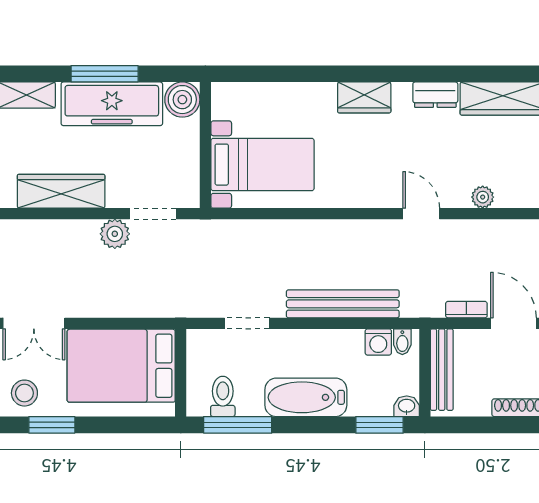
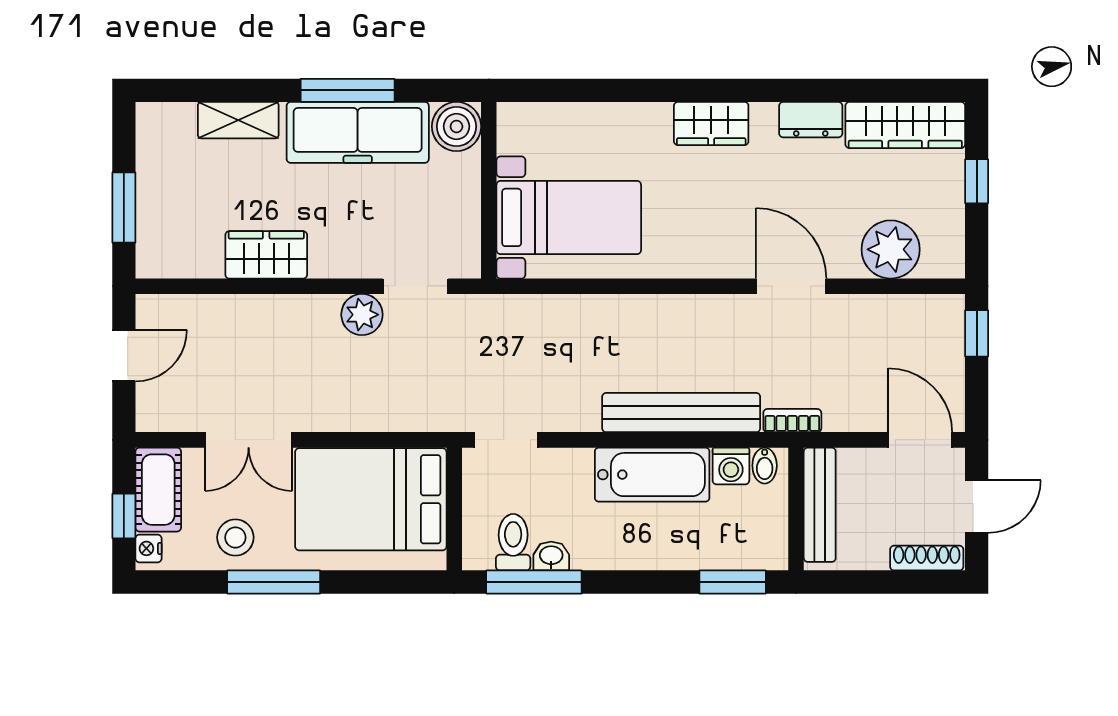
wardrobe: (61, 191) -> (266, 255), width x0.67
plant: (483, 197) -> (891, 249), width x1.88, depth x1.88
door: (421, 214) -> (791, 286), width x1.38
bookcase: (466, 310) -> (792, 421), moved
doorway: (247, 323) -> (506, 440), moved
bathtub: (306, 397) -> (652, 475), moved, turned 180
washbasin: (407, 406) -> (551, 556), moved
window: (52, 425) -> (274, 582), width x1.44

